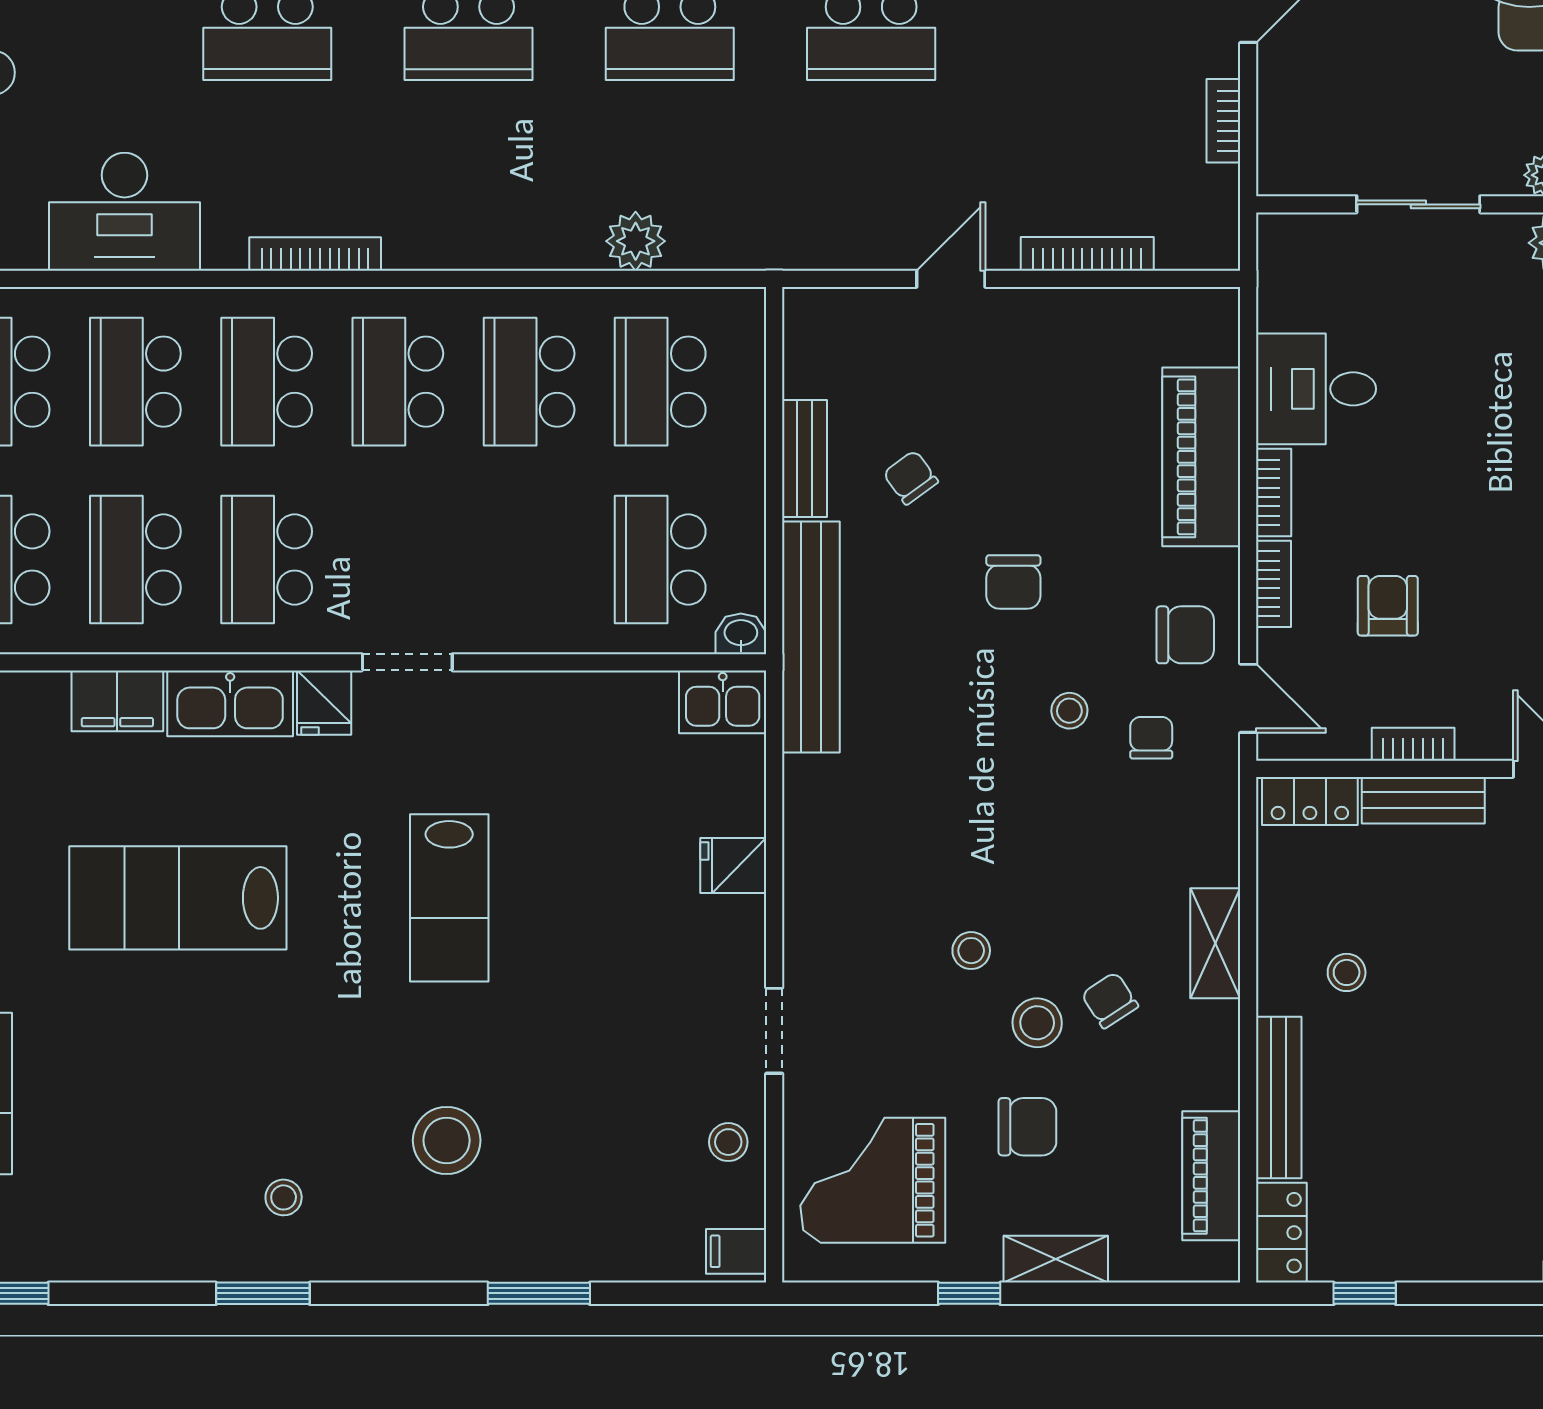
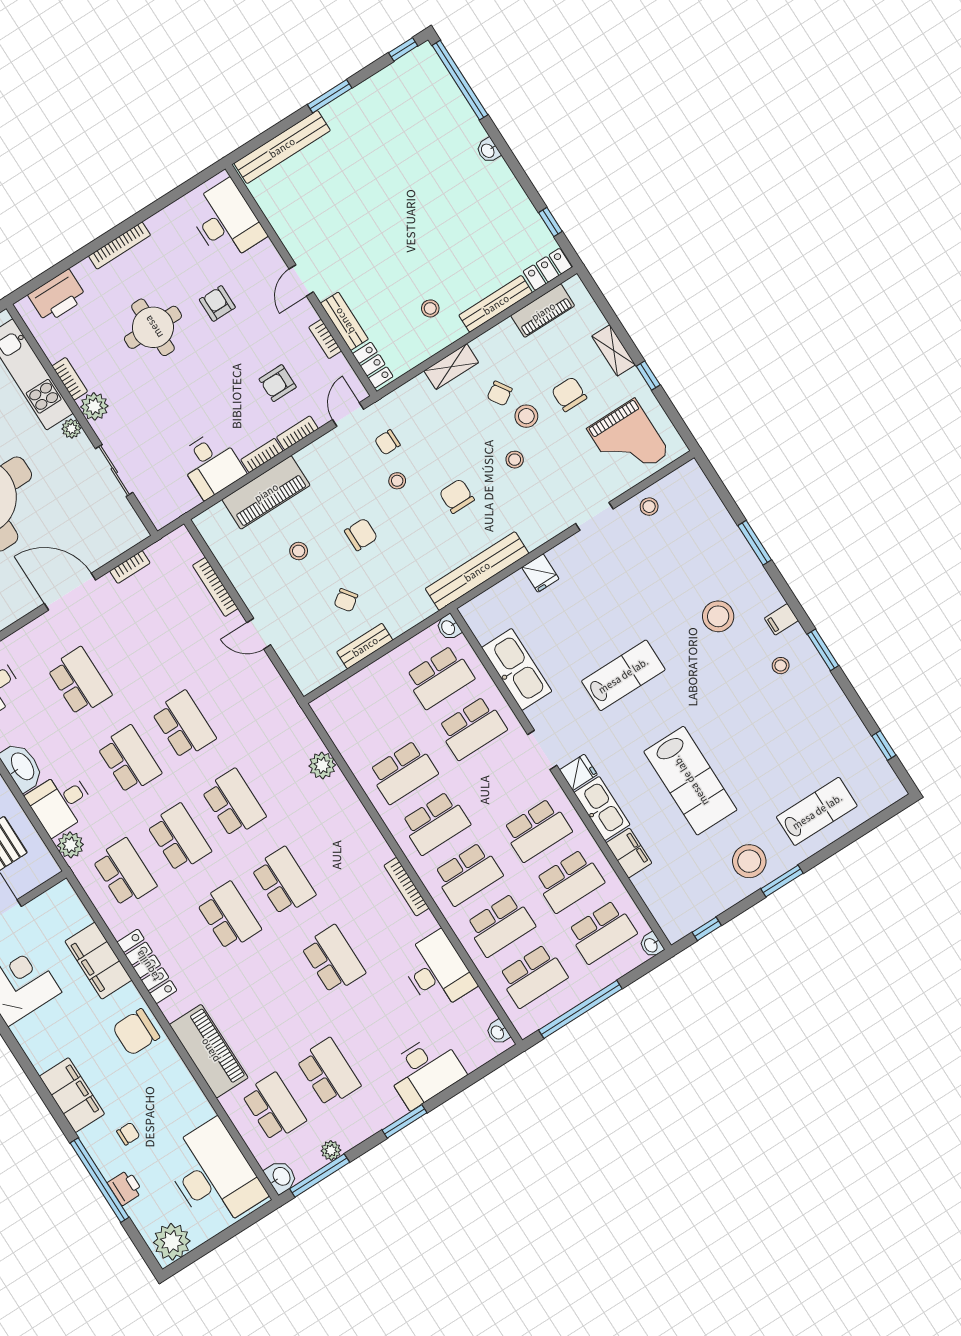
school desk: (660, 382) -> (472, 728), moved
stool: (1056, 448) -> (299, 551), added
chair: (1185, 635) -> (457, 496), moved
bench: (811, 637) -> (477, 571), moved
kitchen sink: (723, 702) -> (517, 669), moved, width x1.87, depth x1.24
filing cabinet: (736, 1251) -> (781, 619), moved, turned 90

